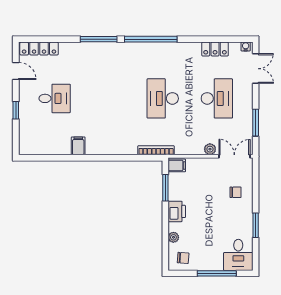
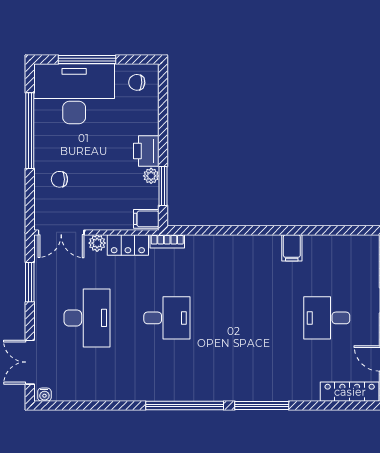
locker: (215, 49) -> (128, 245), moved, turned 180
desk: (163, 98) -> (167, 318), width x0.73
desk: (217, 98) -> (87, 318), turned 180
bookcase: (156, 150) -> (167, 241), width x0.64
window: (256, 225) -> (30, 131), width x2.11
plant: (173, 237) -> (151, 176), moved
desk: (238, 255) -> (74, 94), width x1.87, depth x1.30

